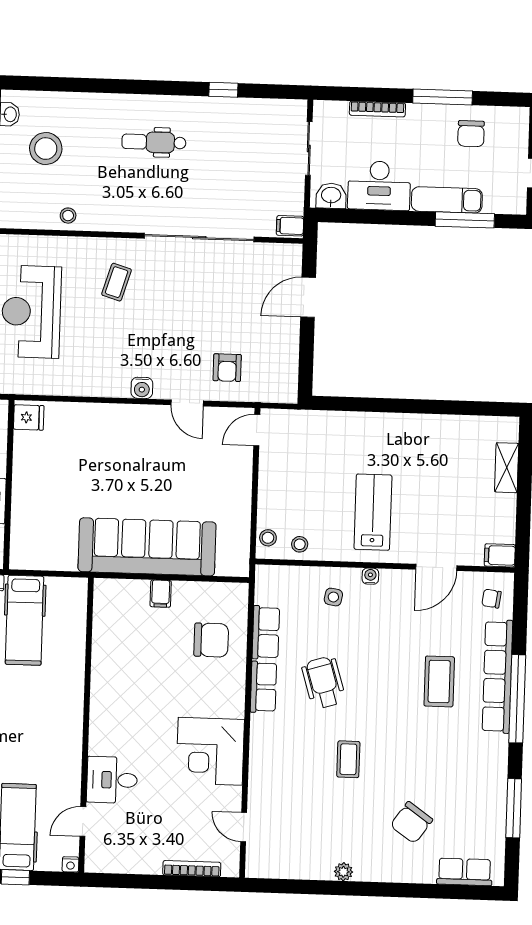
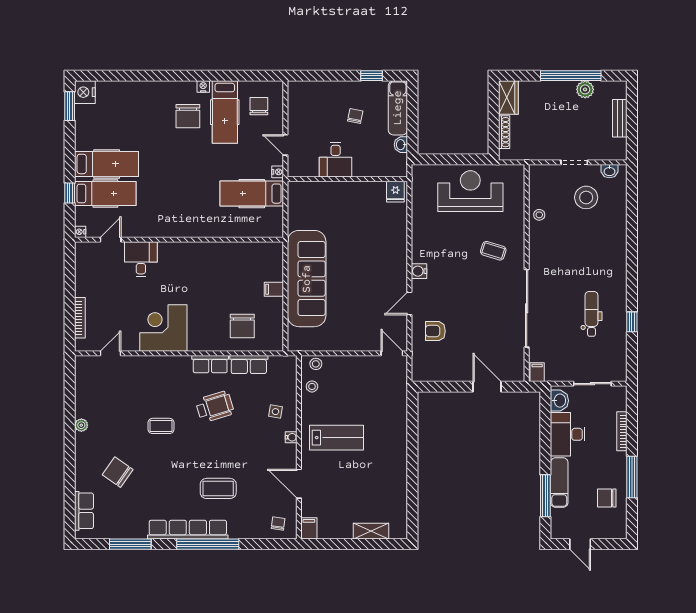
dental chair: (154, 142) -> (591, 314), moved
row of seats: (497, 677) -> (188, 530), moved
door: (83, 822) -> (111, 240), hinge flipped

